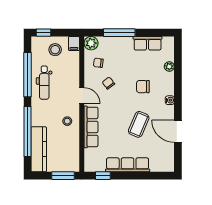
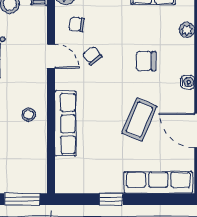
door: (82, 96) -> (51, 56), moved
row of seats: (128, 165) -> (158, 182), moved
window: (103, 176) -> (111, 199), moved

